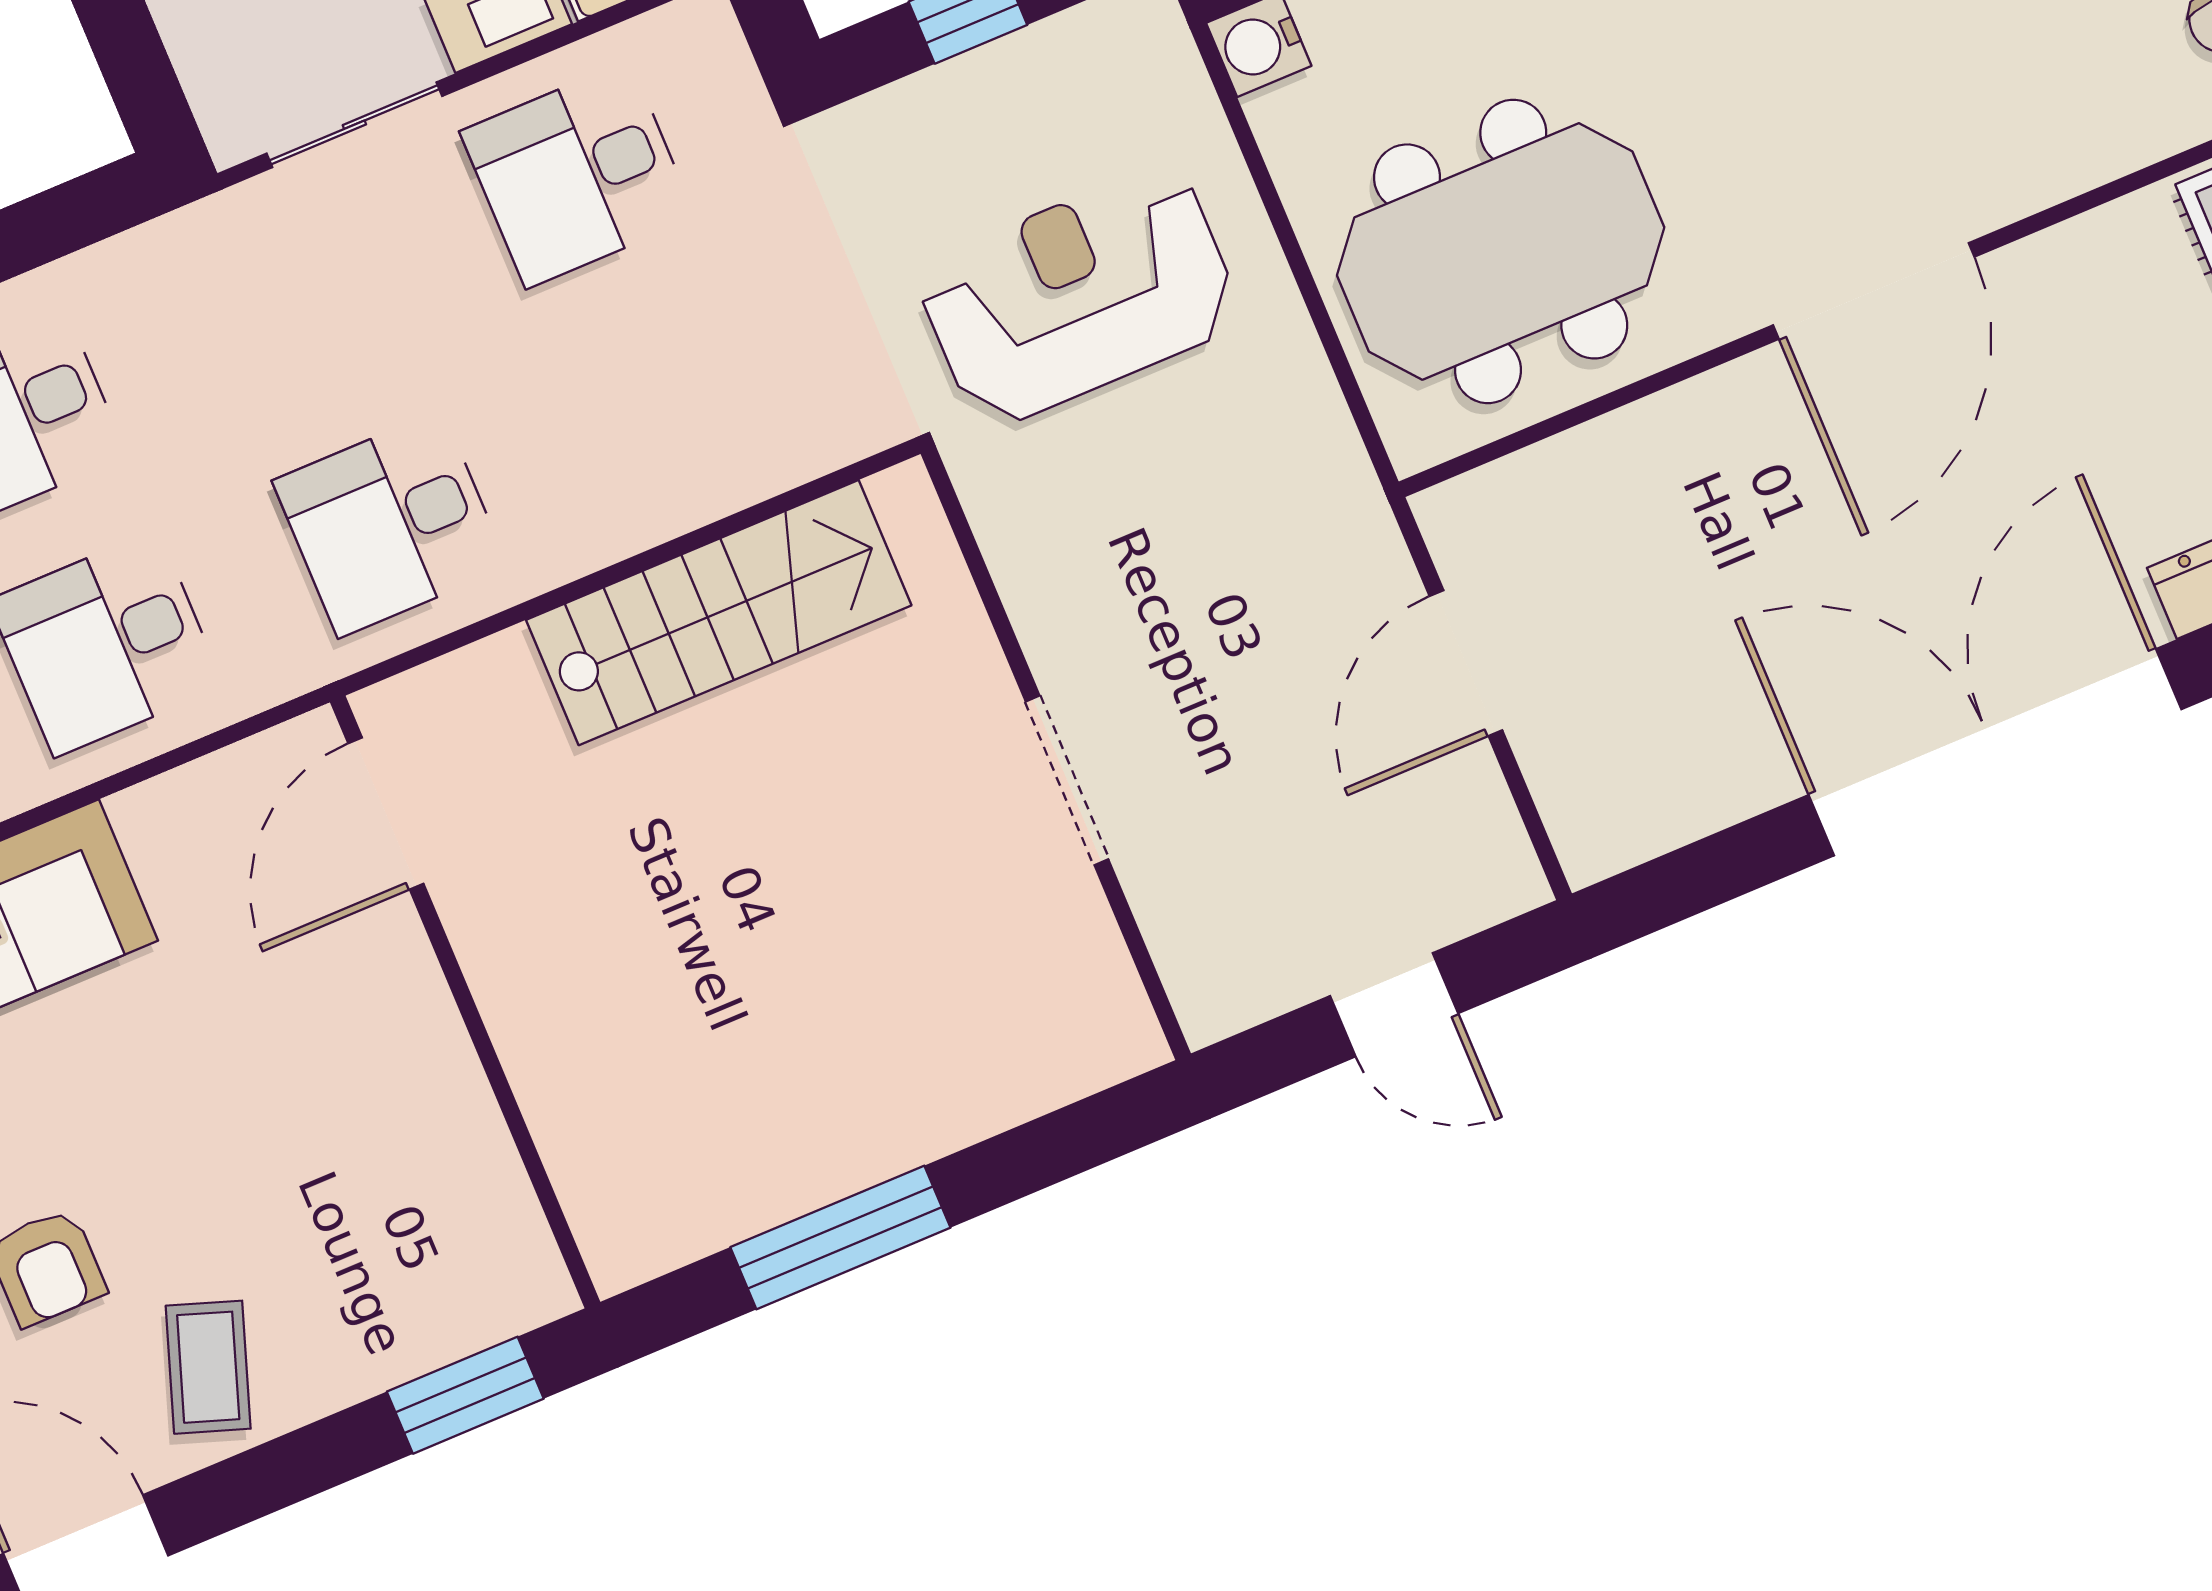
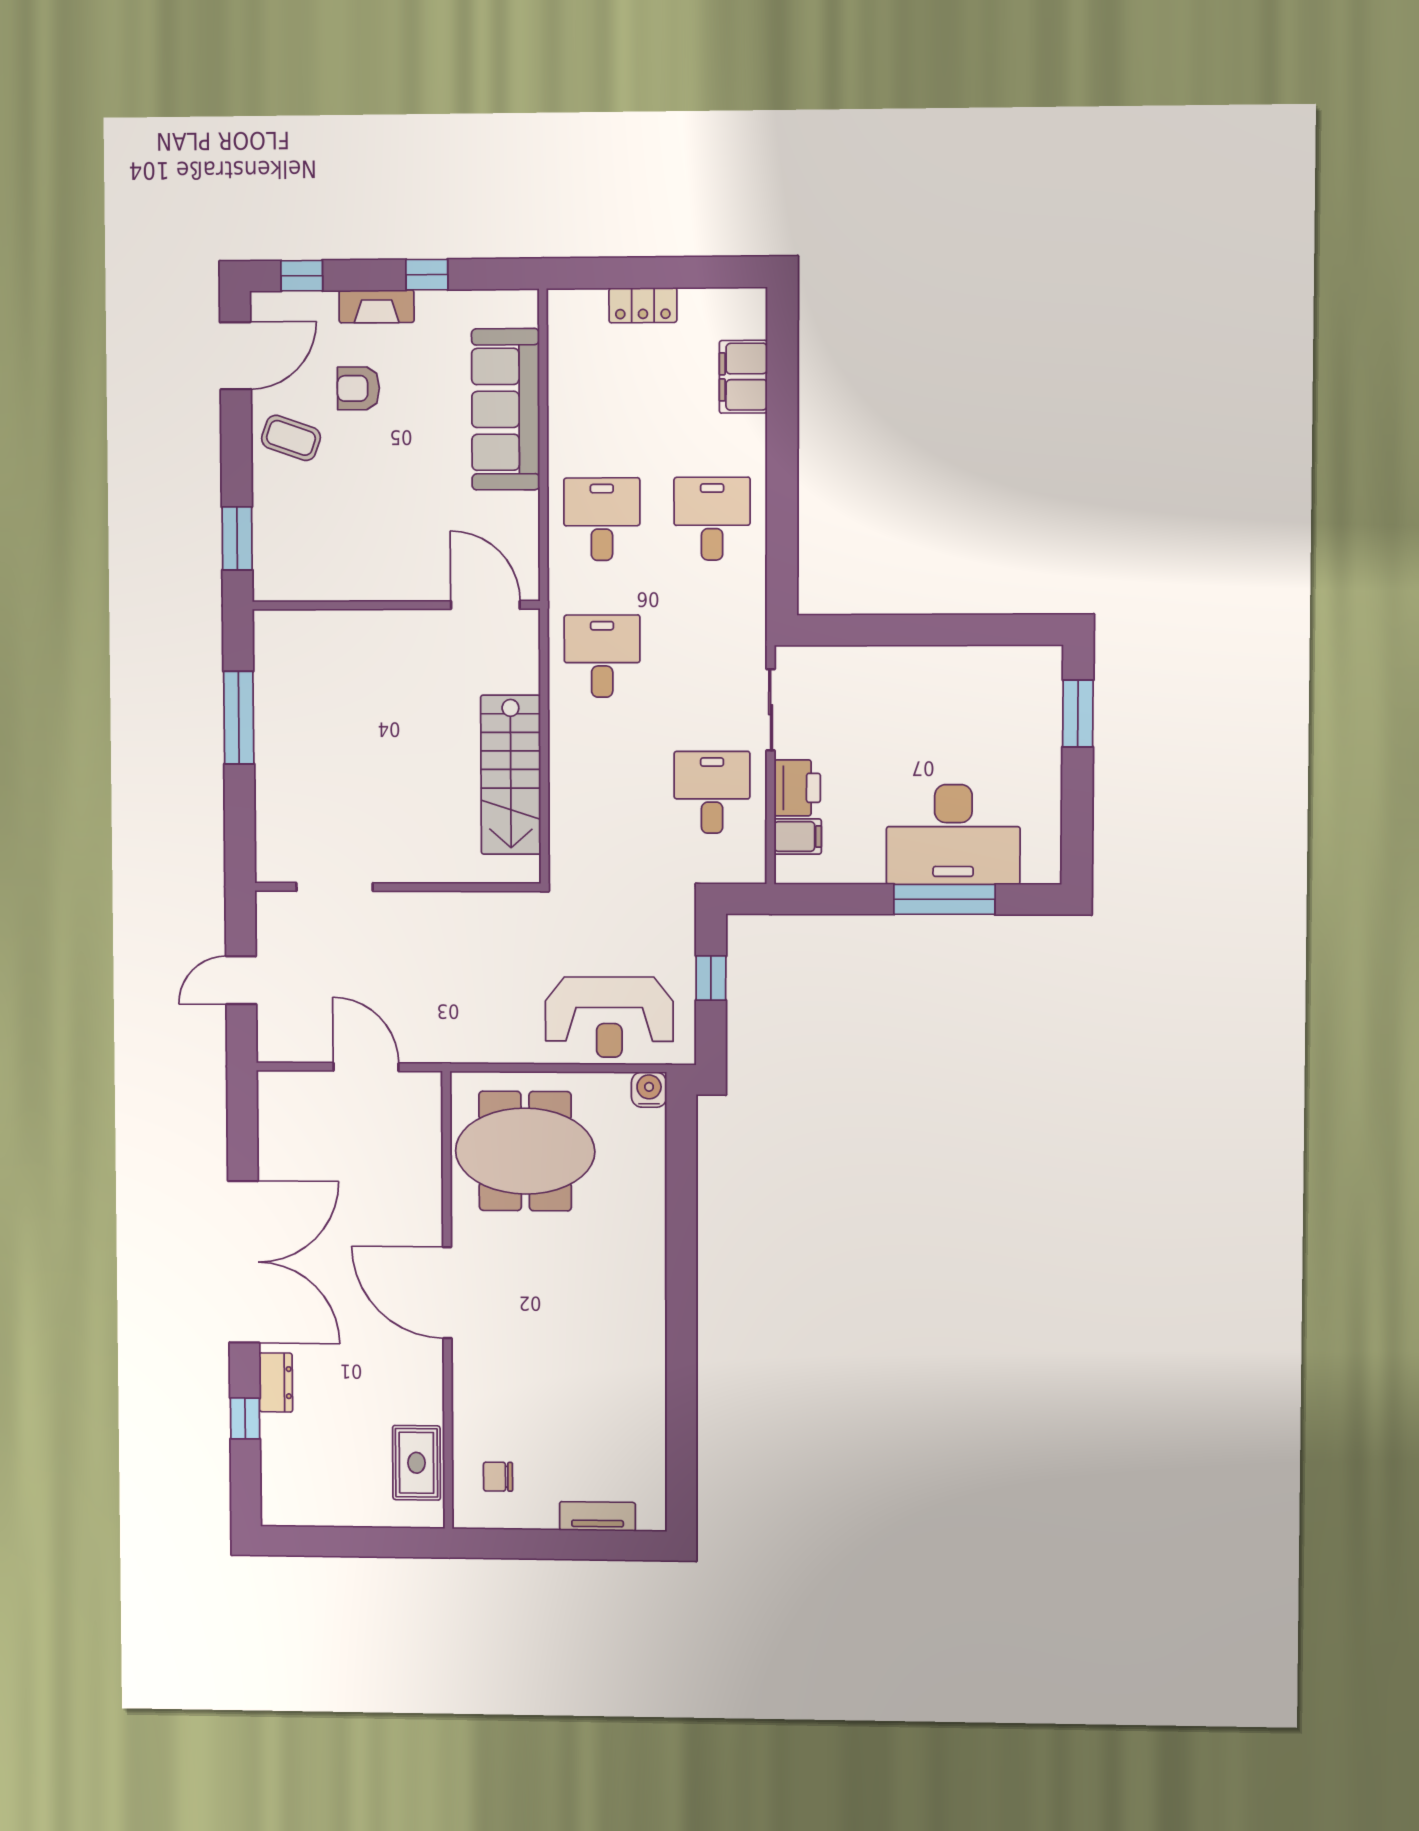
meeting table: (1501, 251) -> (525, 1151), turned 90
reception desk: (1079, 296) -> (609, 1017), moved, turned 90
doorway: (1067, 780) -> (334, 887), moved

